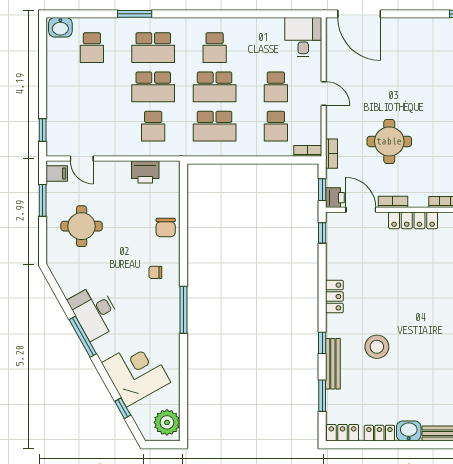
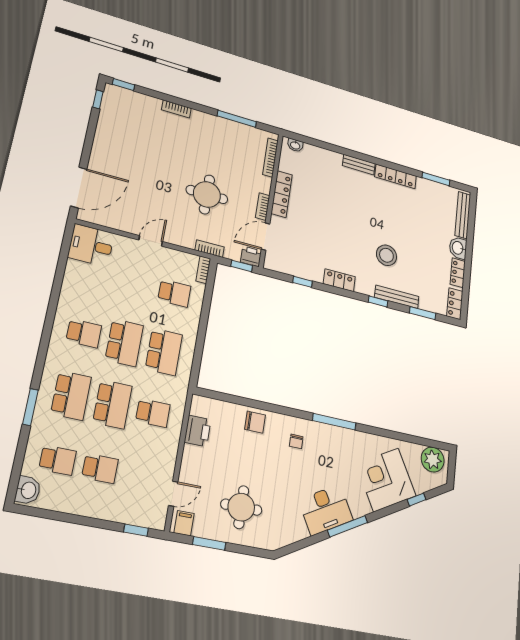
school desk: (276, 87) -> (100, 468), moved
window: (322, 233) -> (303, 282), moved

